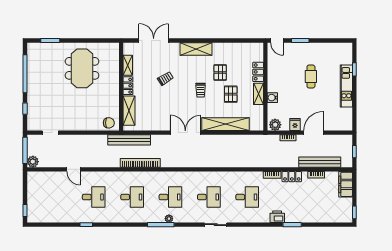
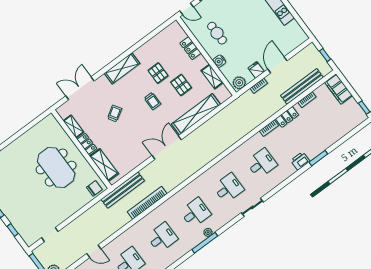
meeting table: (82, 68) -> (56, 168), moved
cafe table: (311, 77) -> (217, 33), moved
shelving: (258, 94) -> (212, 77), moved

